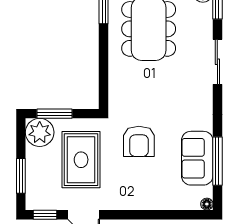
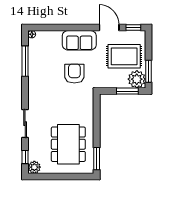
sofa: (197, 158) -> (79, 40), moved, turned 90
rug: (81, 160) -> (124, 56), moved, turned 90
window: (21, 176) -> (149, 71), moved

